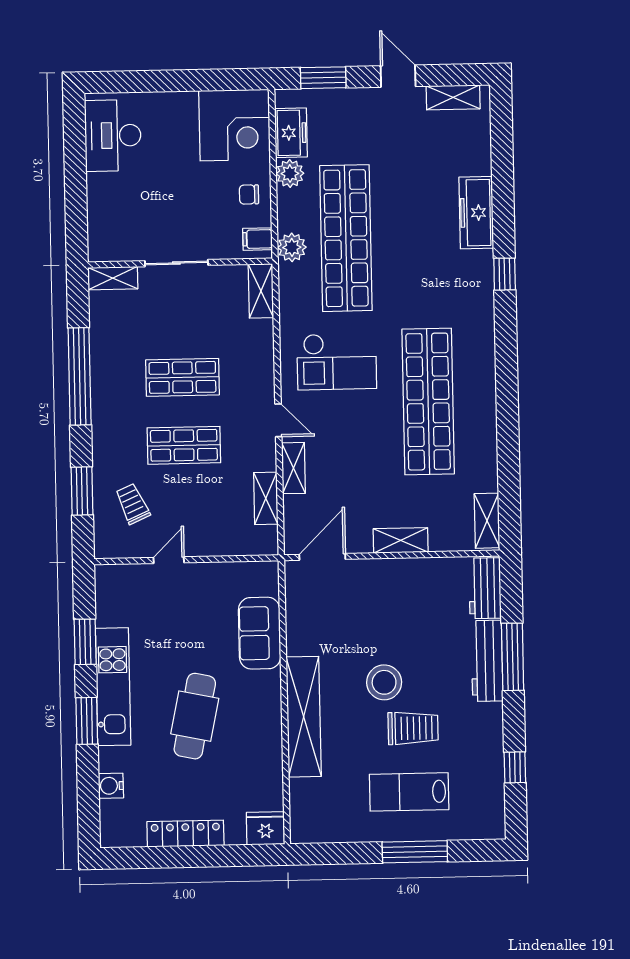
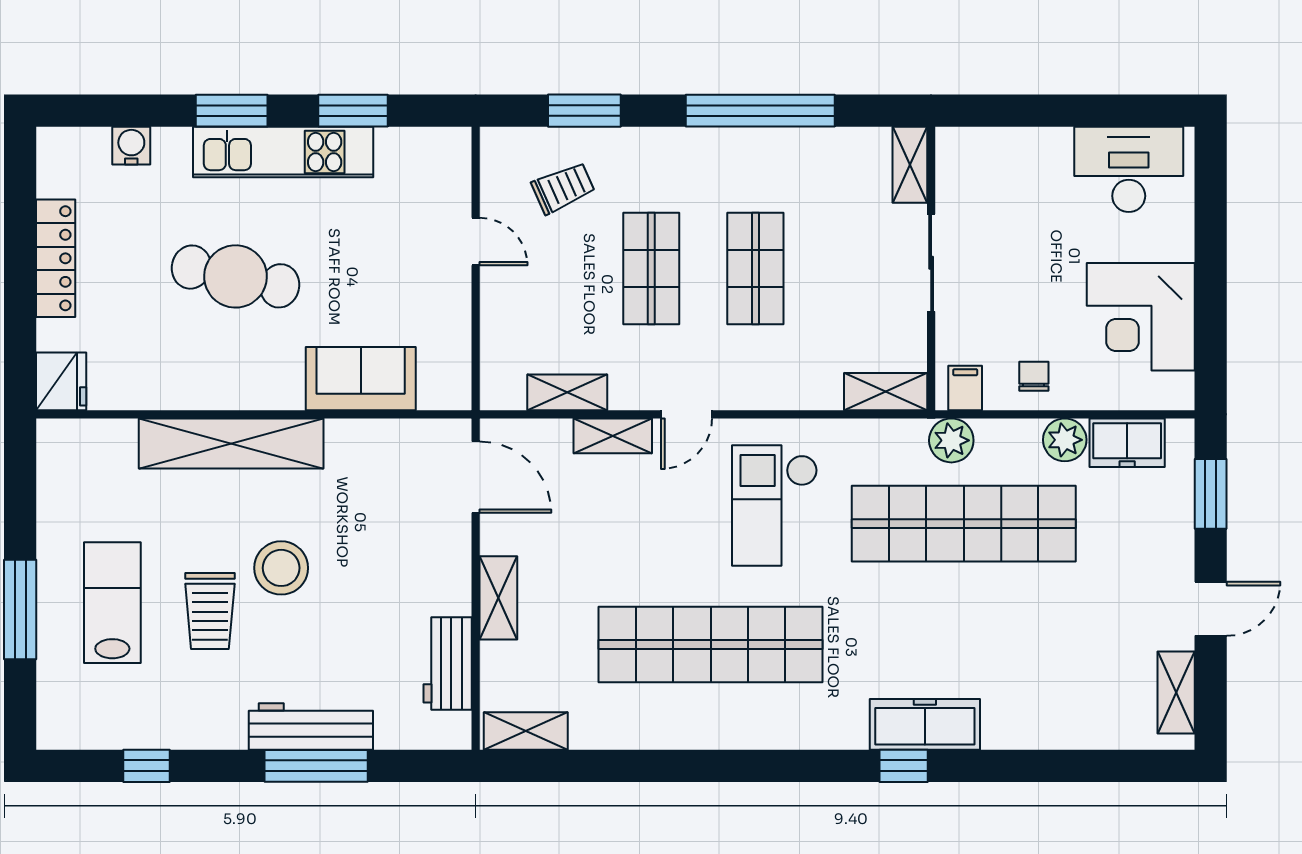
corner desk: (235, 125) -> (1141, 317), moved
freezer: (476, 213) -> (925, 724), moved
workbench: (485, 588) -> (448, 664), moved, turned -90

